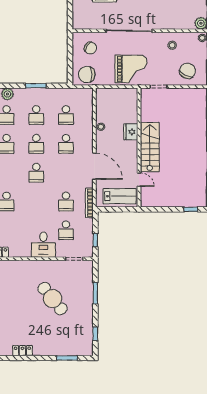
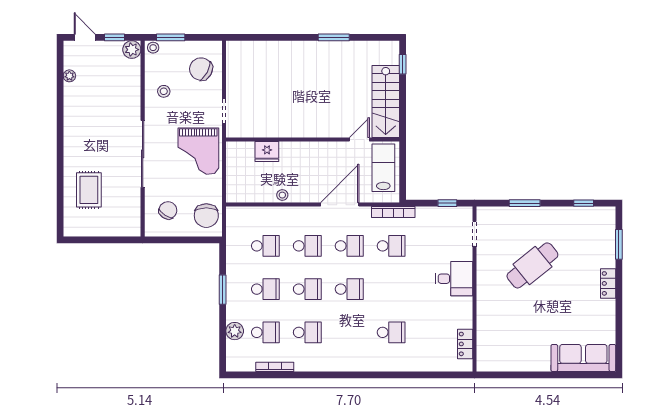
grand piano: (131, 69) -> (198, 151), turned 180
fridge: (131, 132) -> (267, 152), moved
stairs: (150, 147) -> (386, 101), moved, turned -90
school desk: (66, 230) -> (349, 246), moved
locker: (22, 351) -> (608, 283), moved

